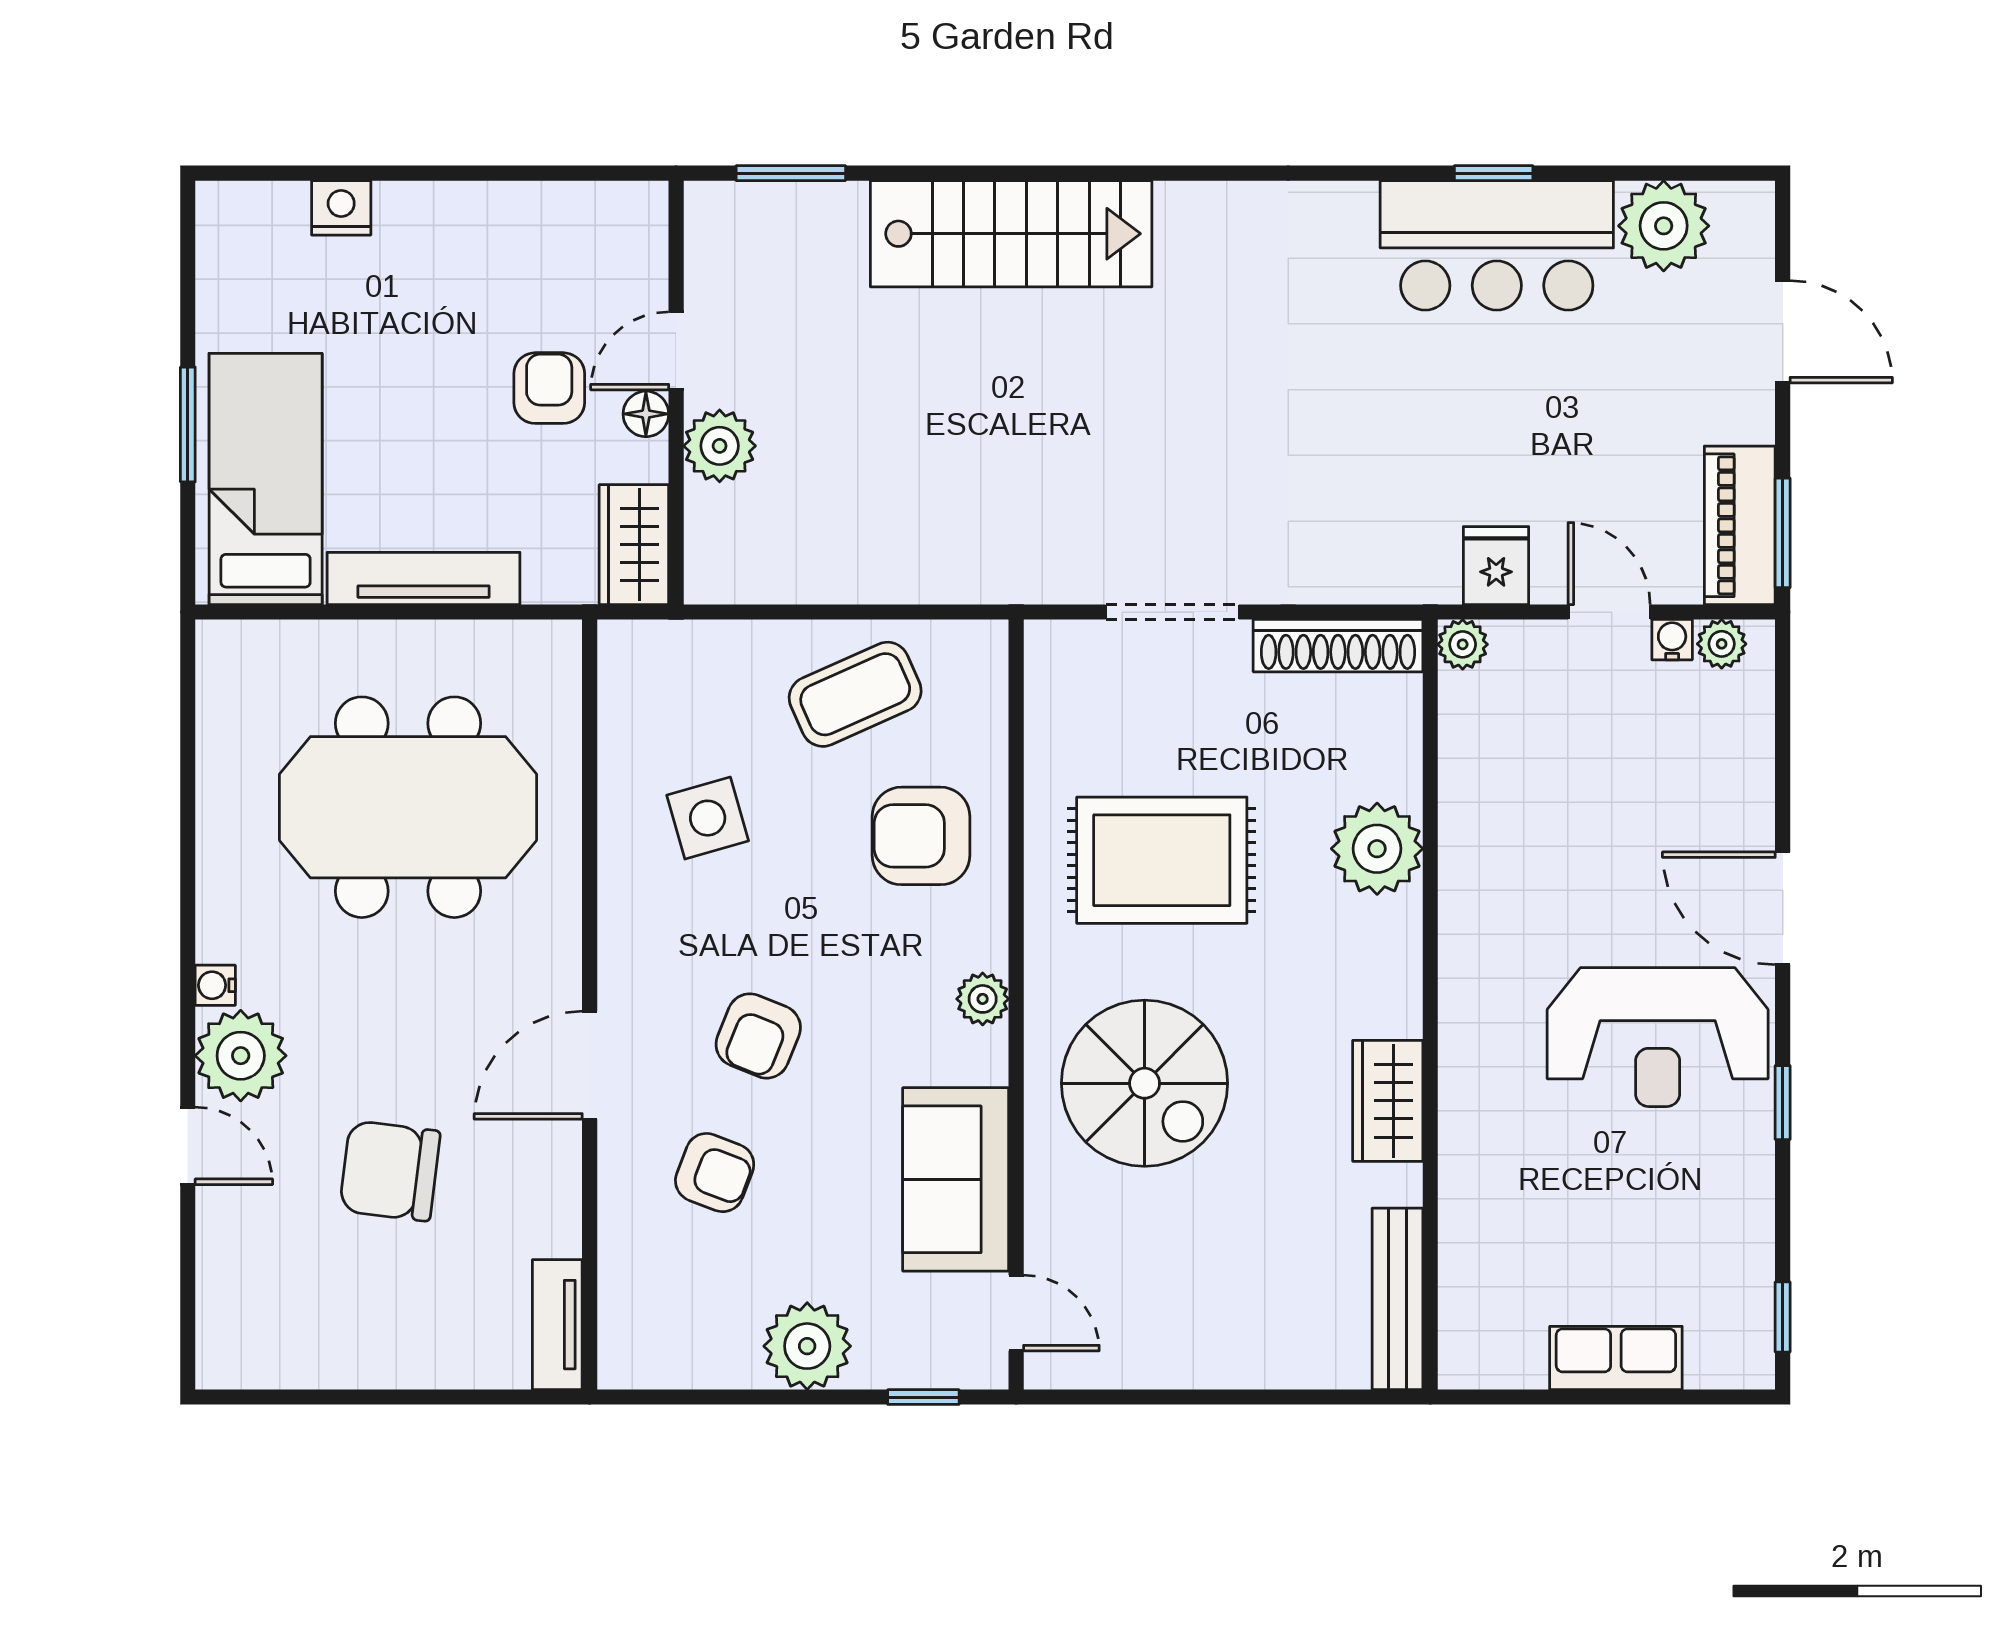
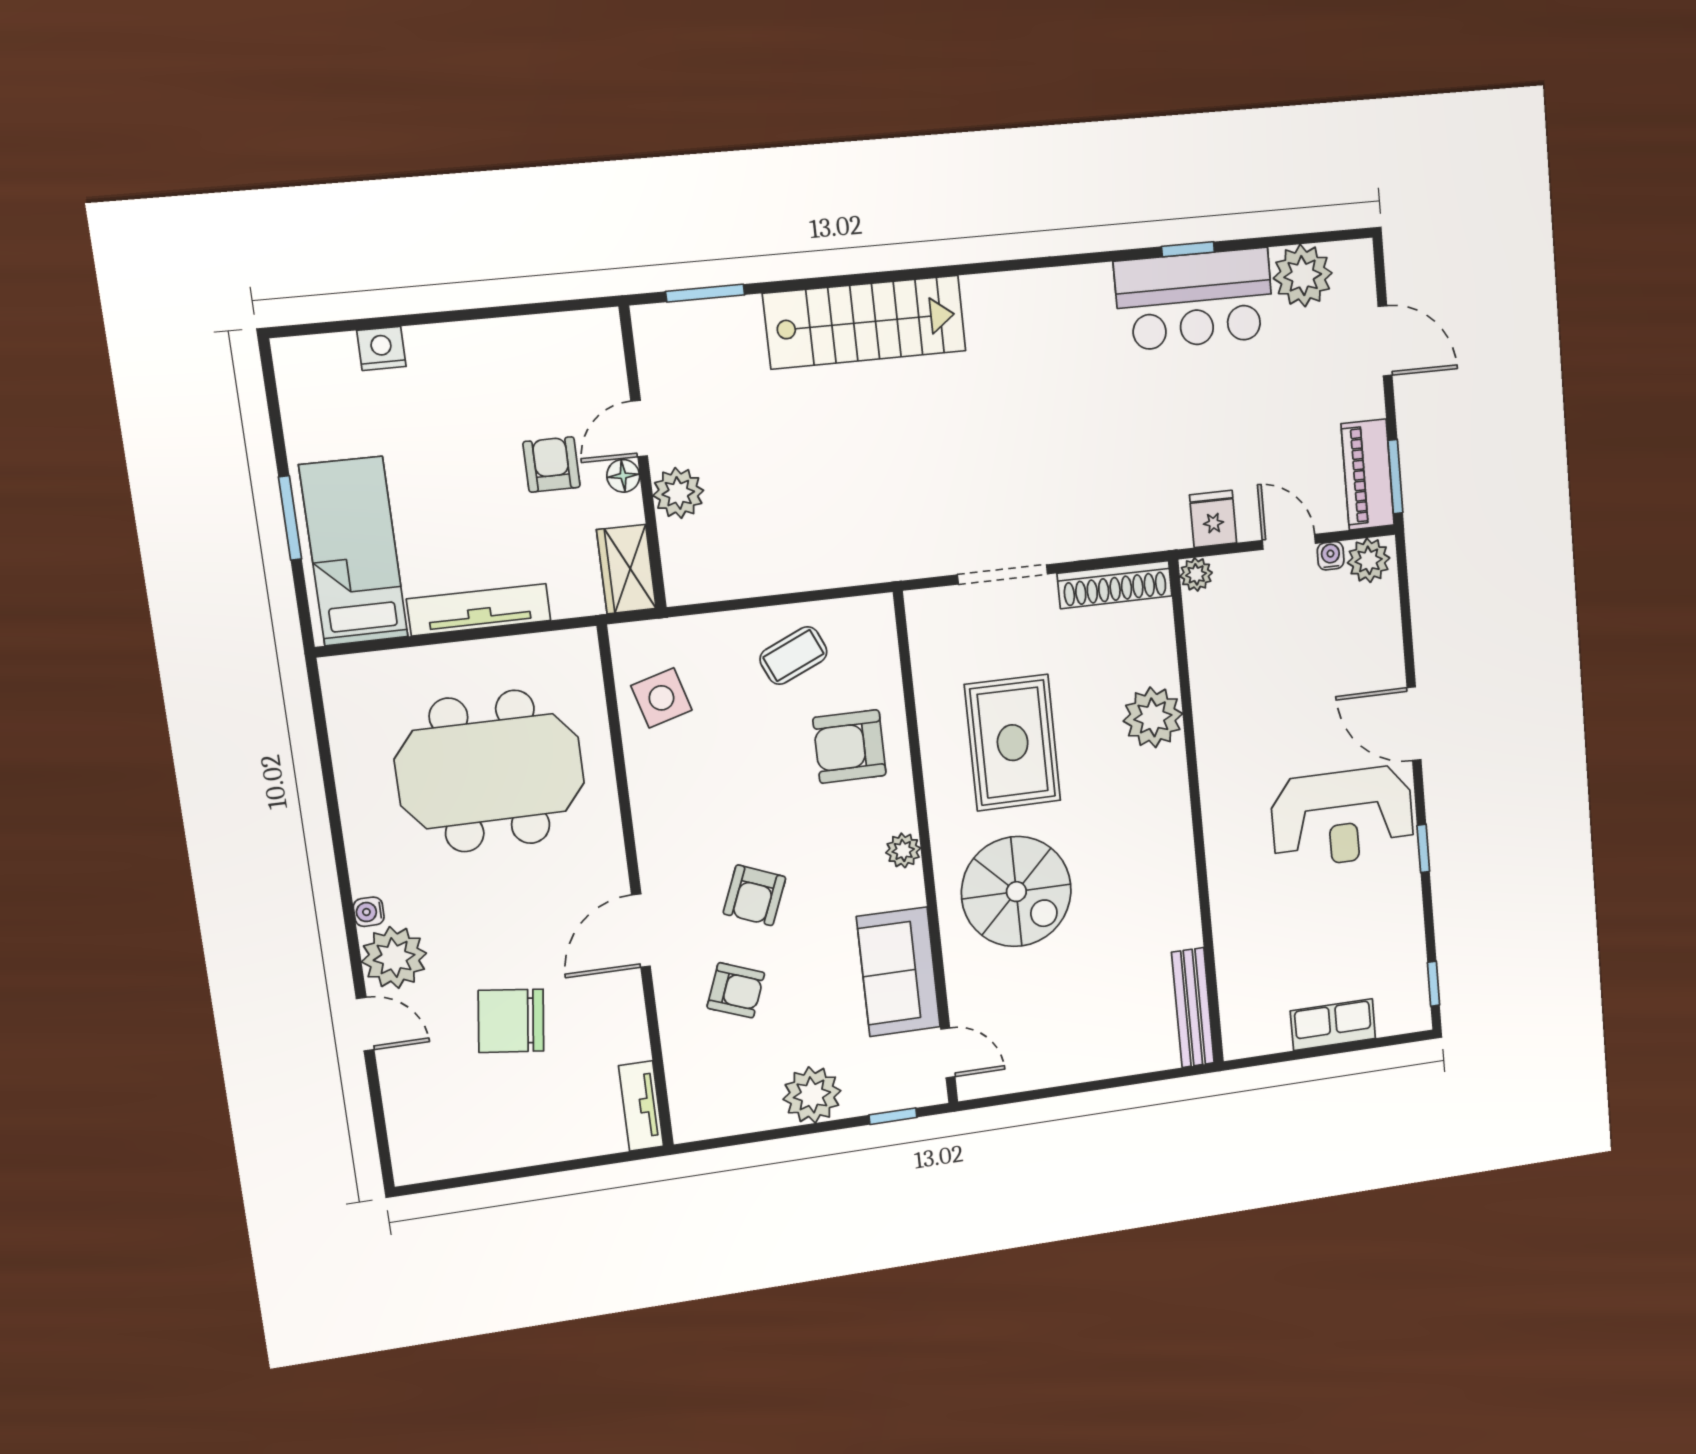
plant: (1722, 644) -> (1369, 560), width x1.38, depth x1.38
coffee table: (855, 694) -> (793, 656), width x0.73, depth x0.77
side table: (708, 818) -> (661, 698), moved
rug: (1162, 860) -> (1013, 743), turned 90
wardrobe: (1388, 1101) -> (1175, 881), removed

